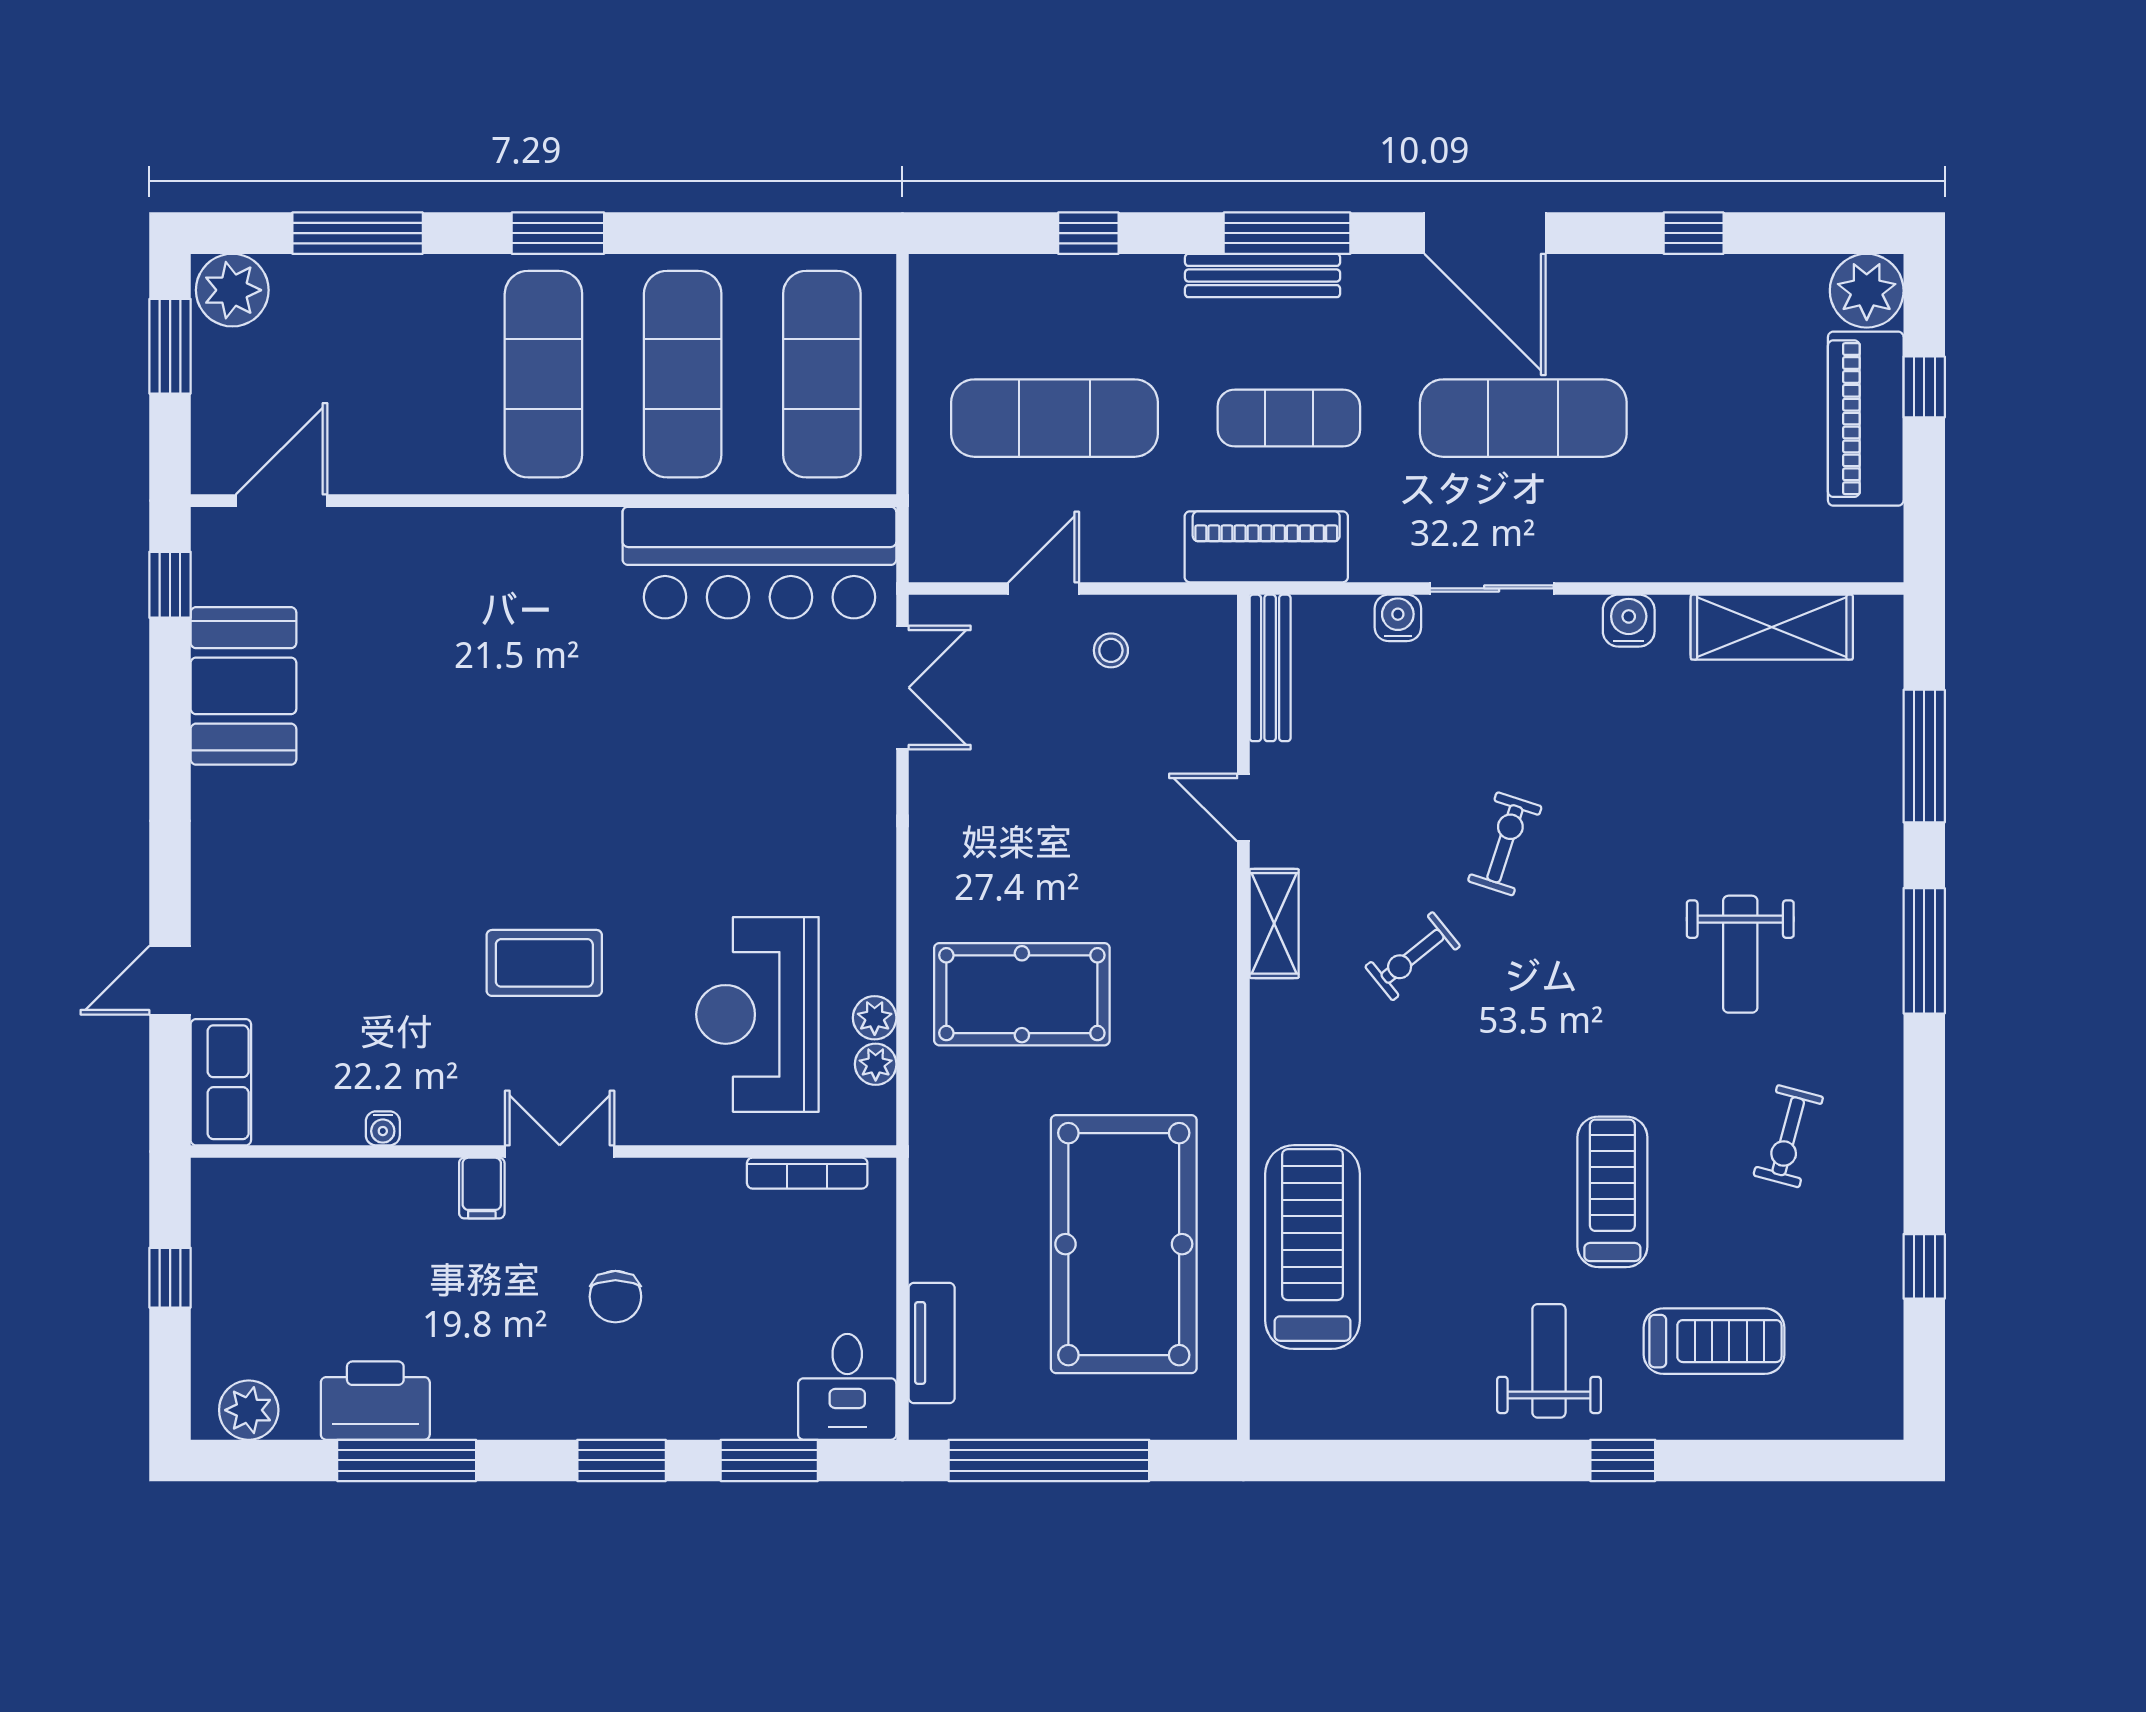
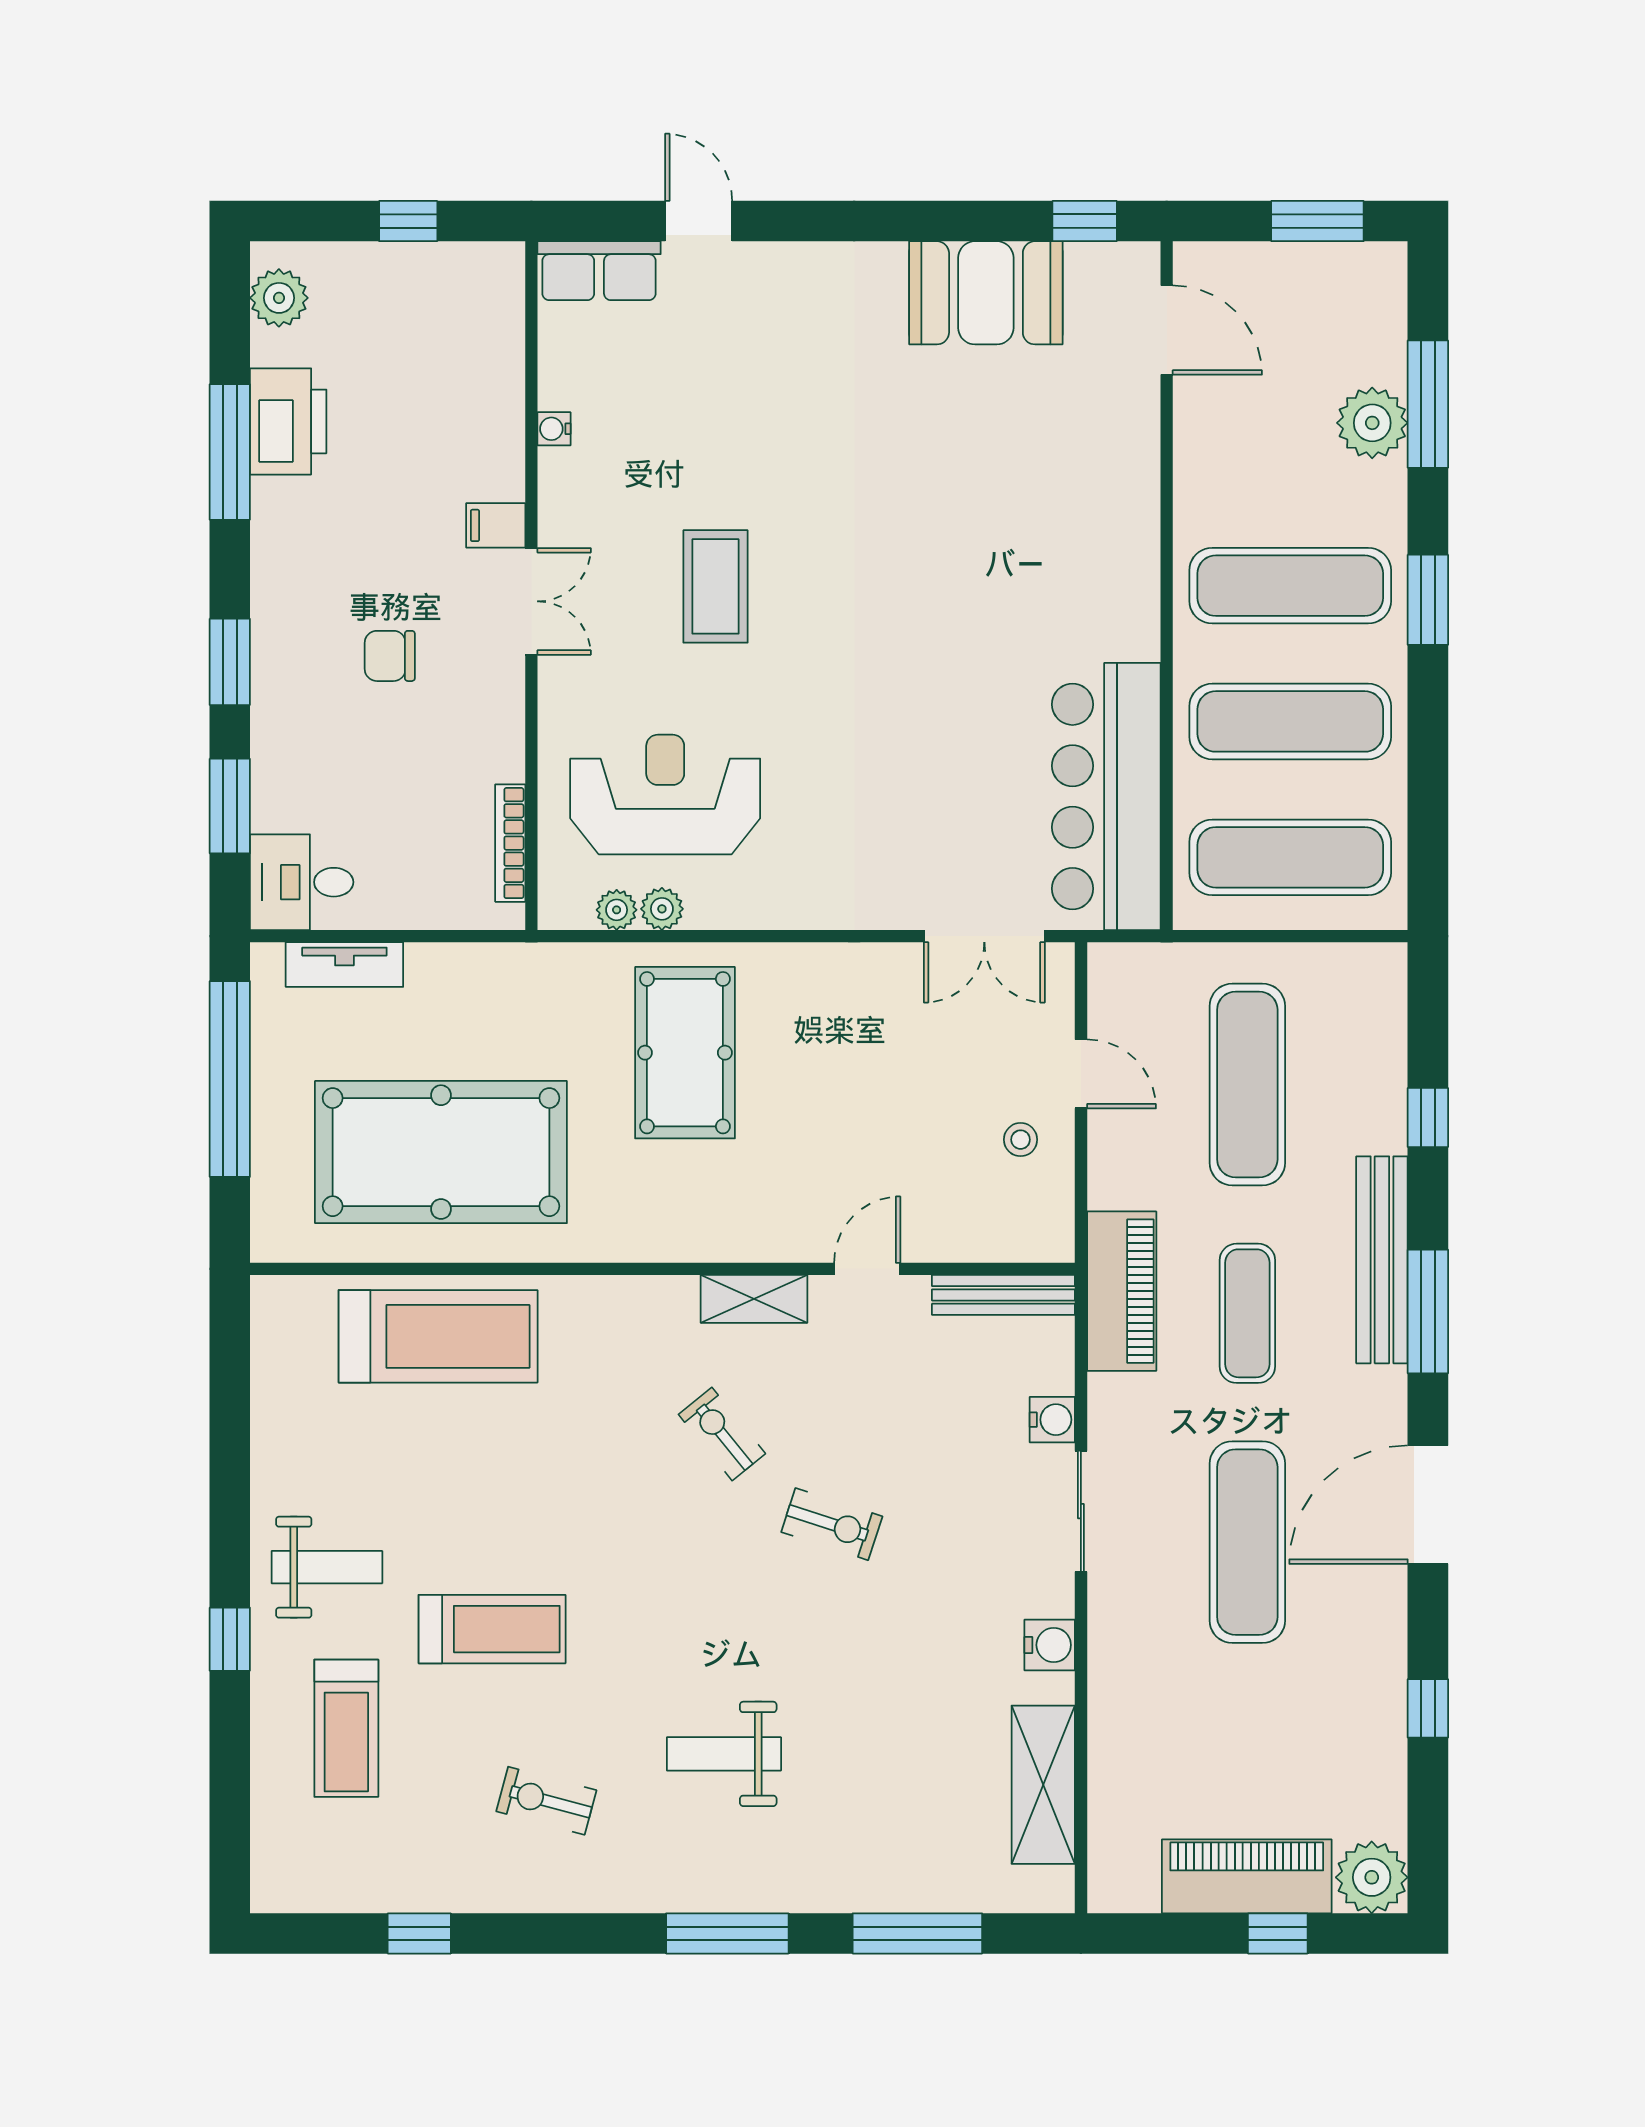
bench: (1263, 275) -> (1382, 1260), width x1.37, depth x1.21
plant: (232, 290) -> (1372, 423), moved

